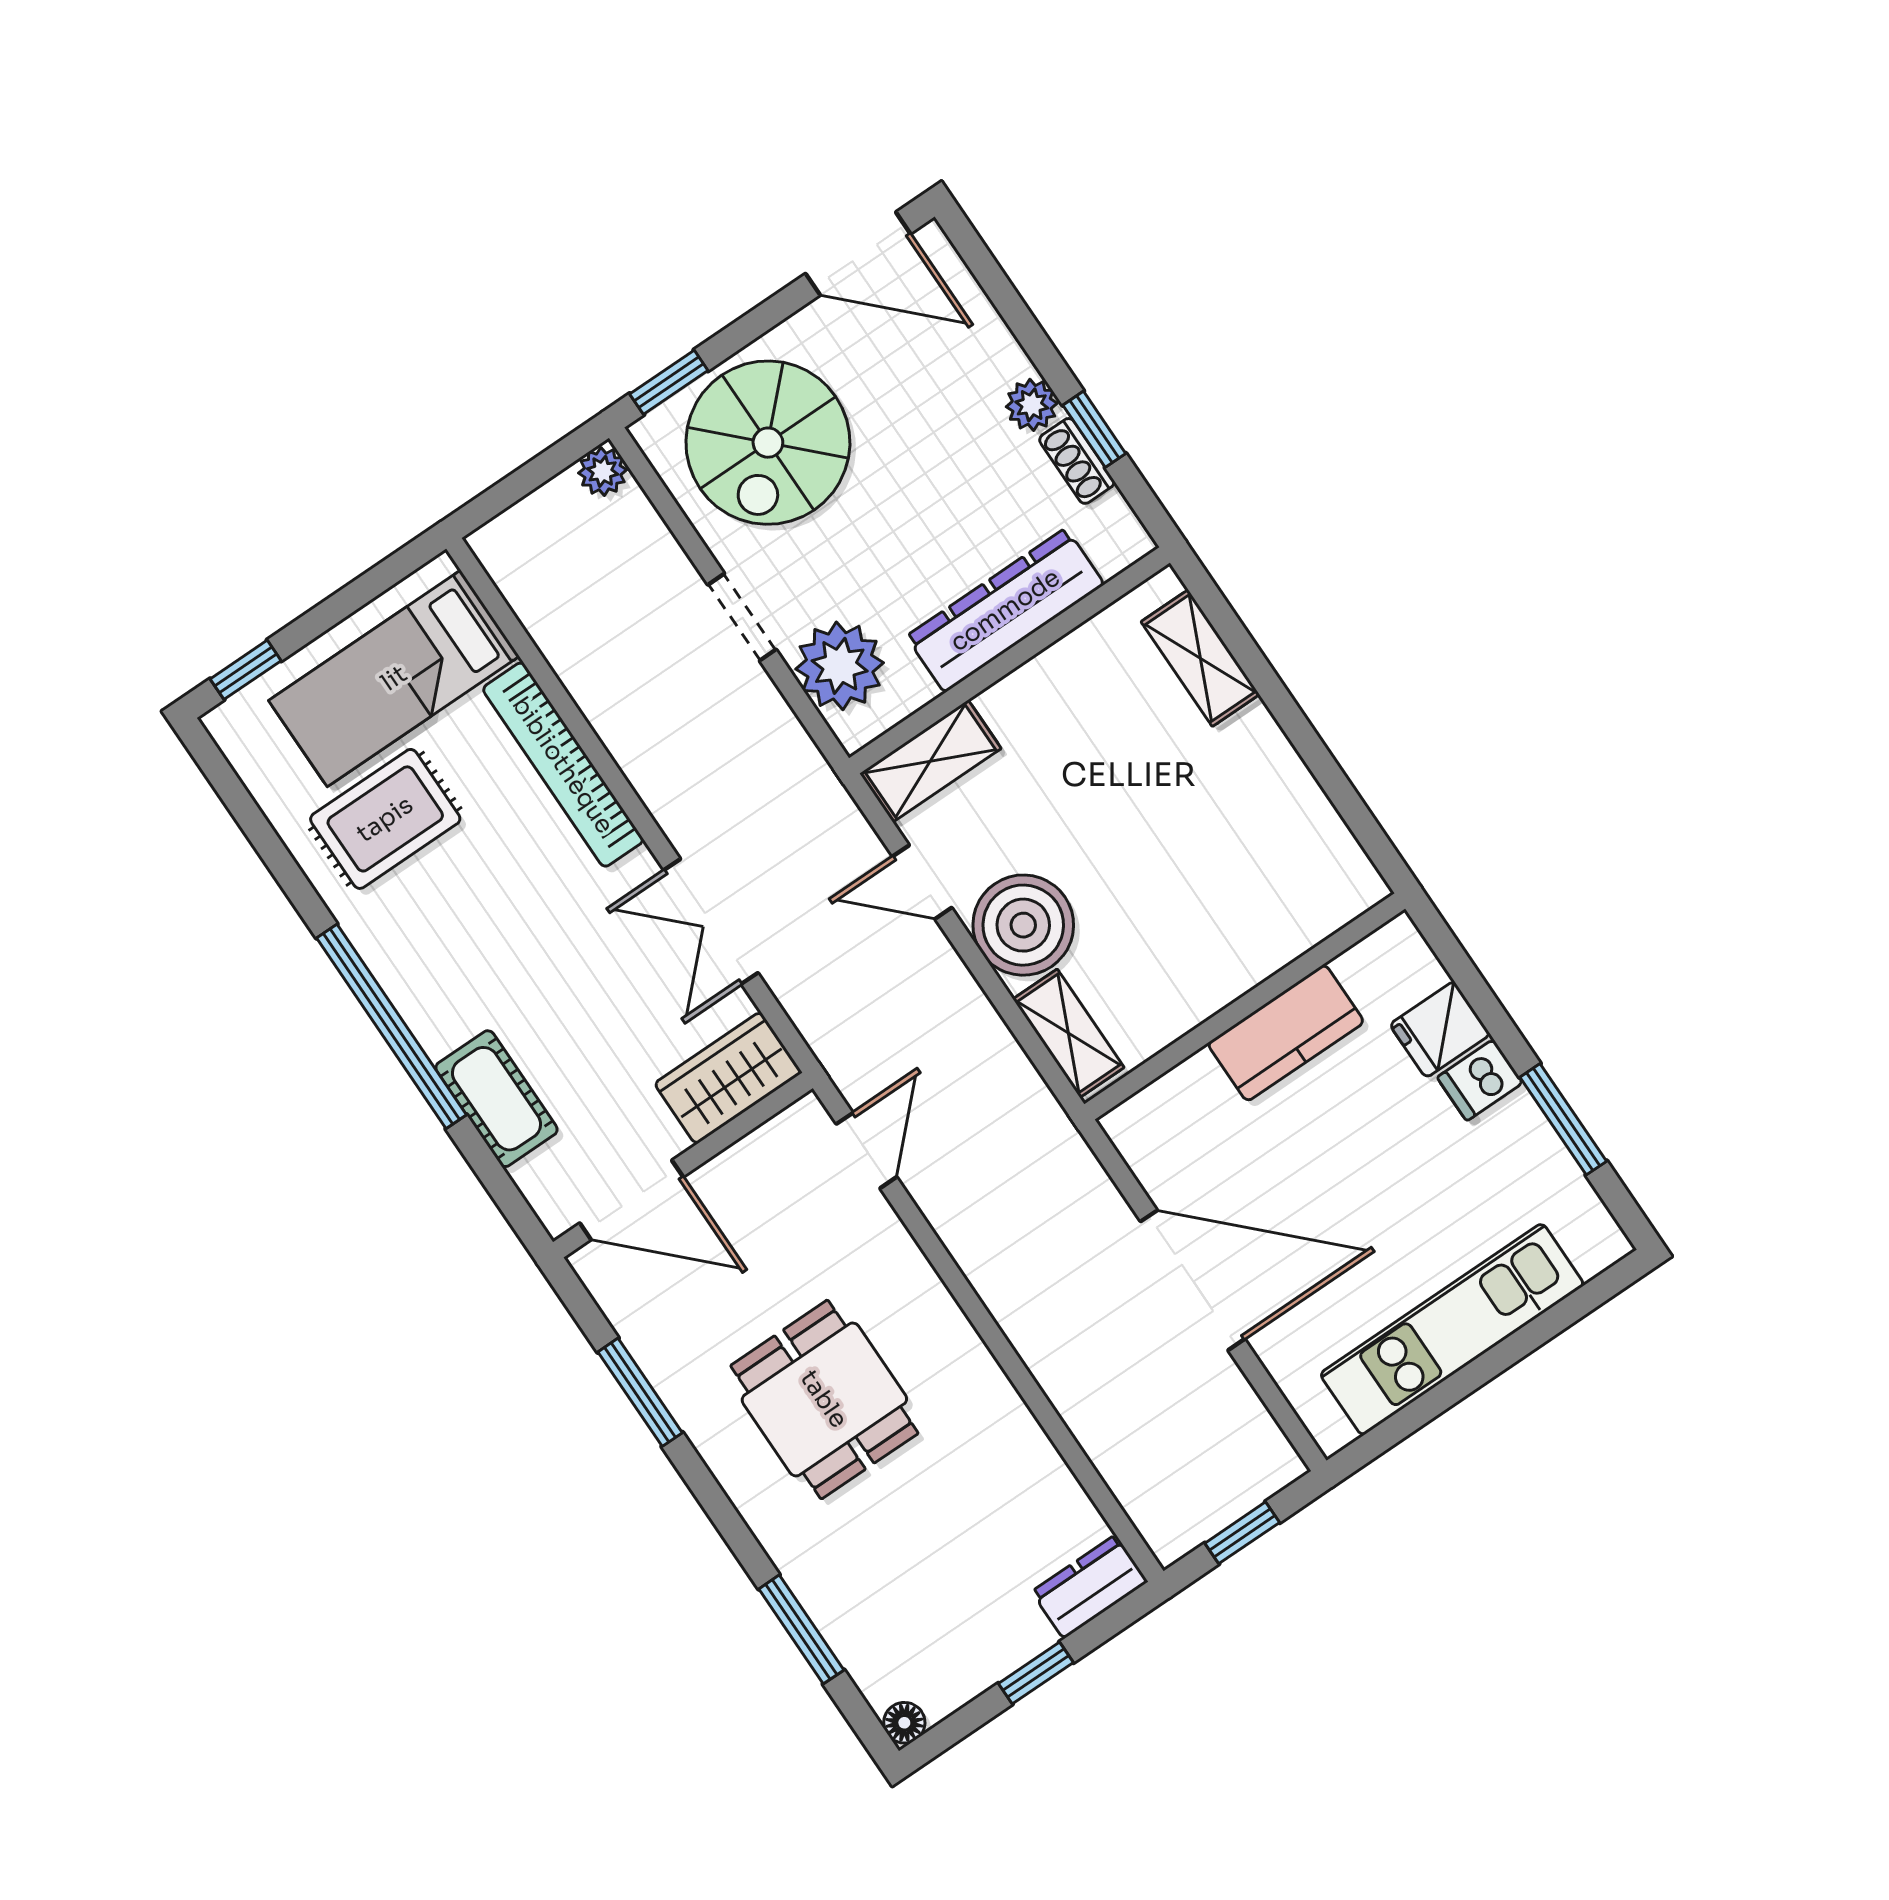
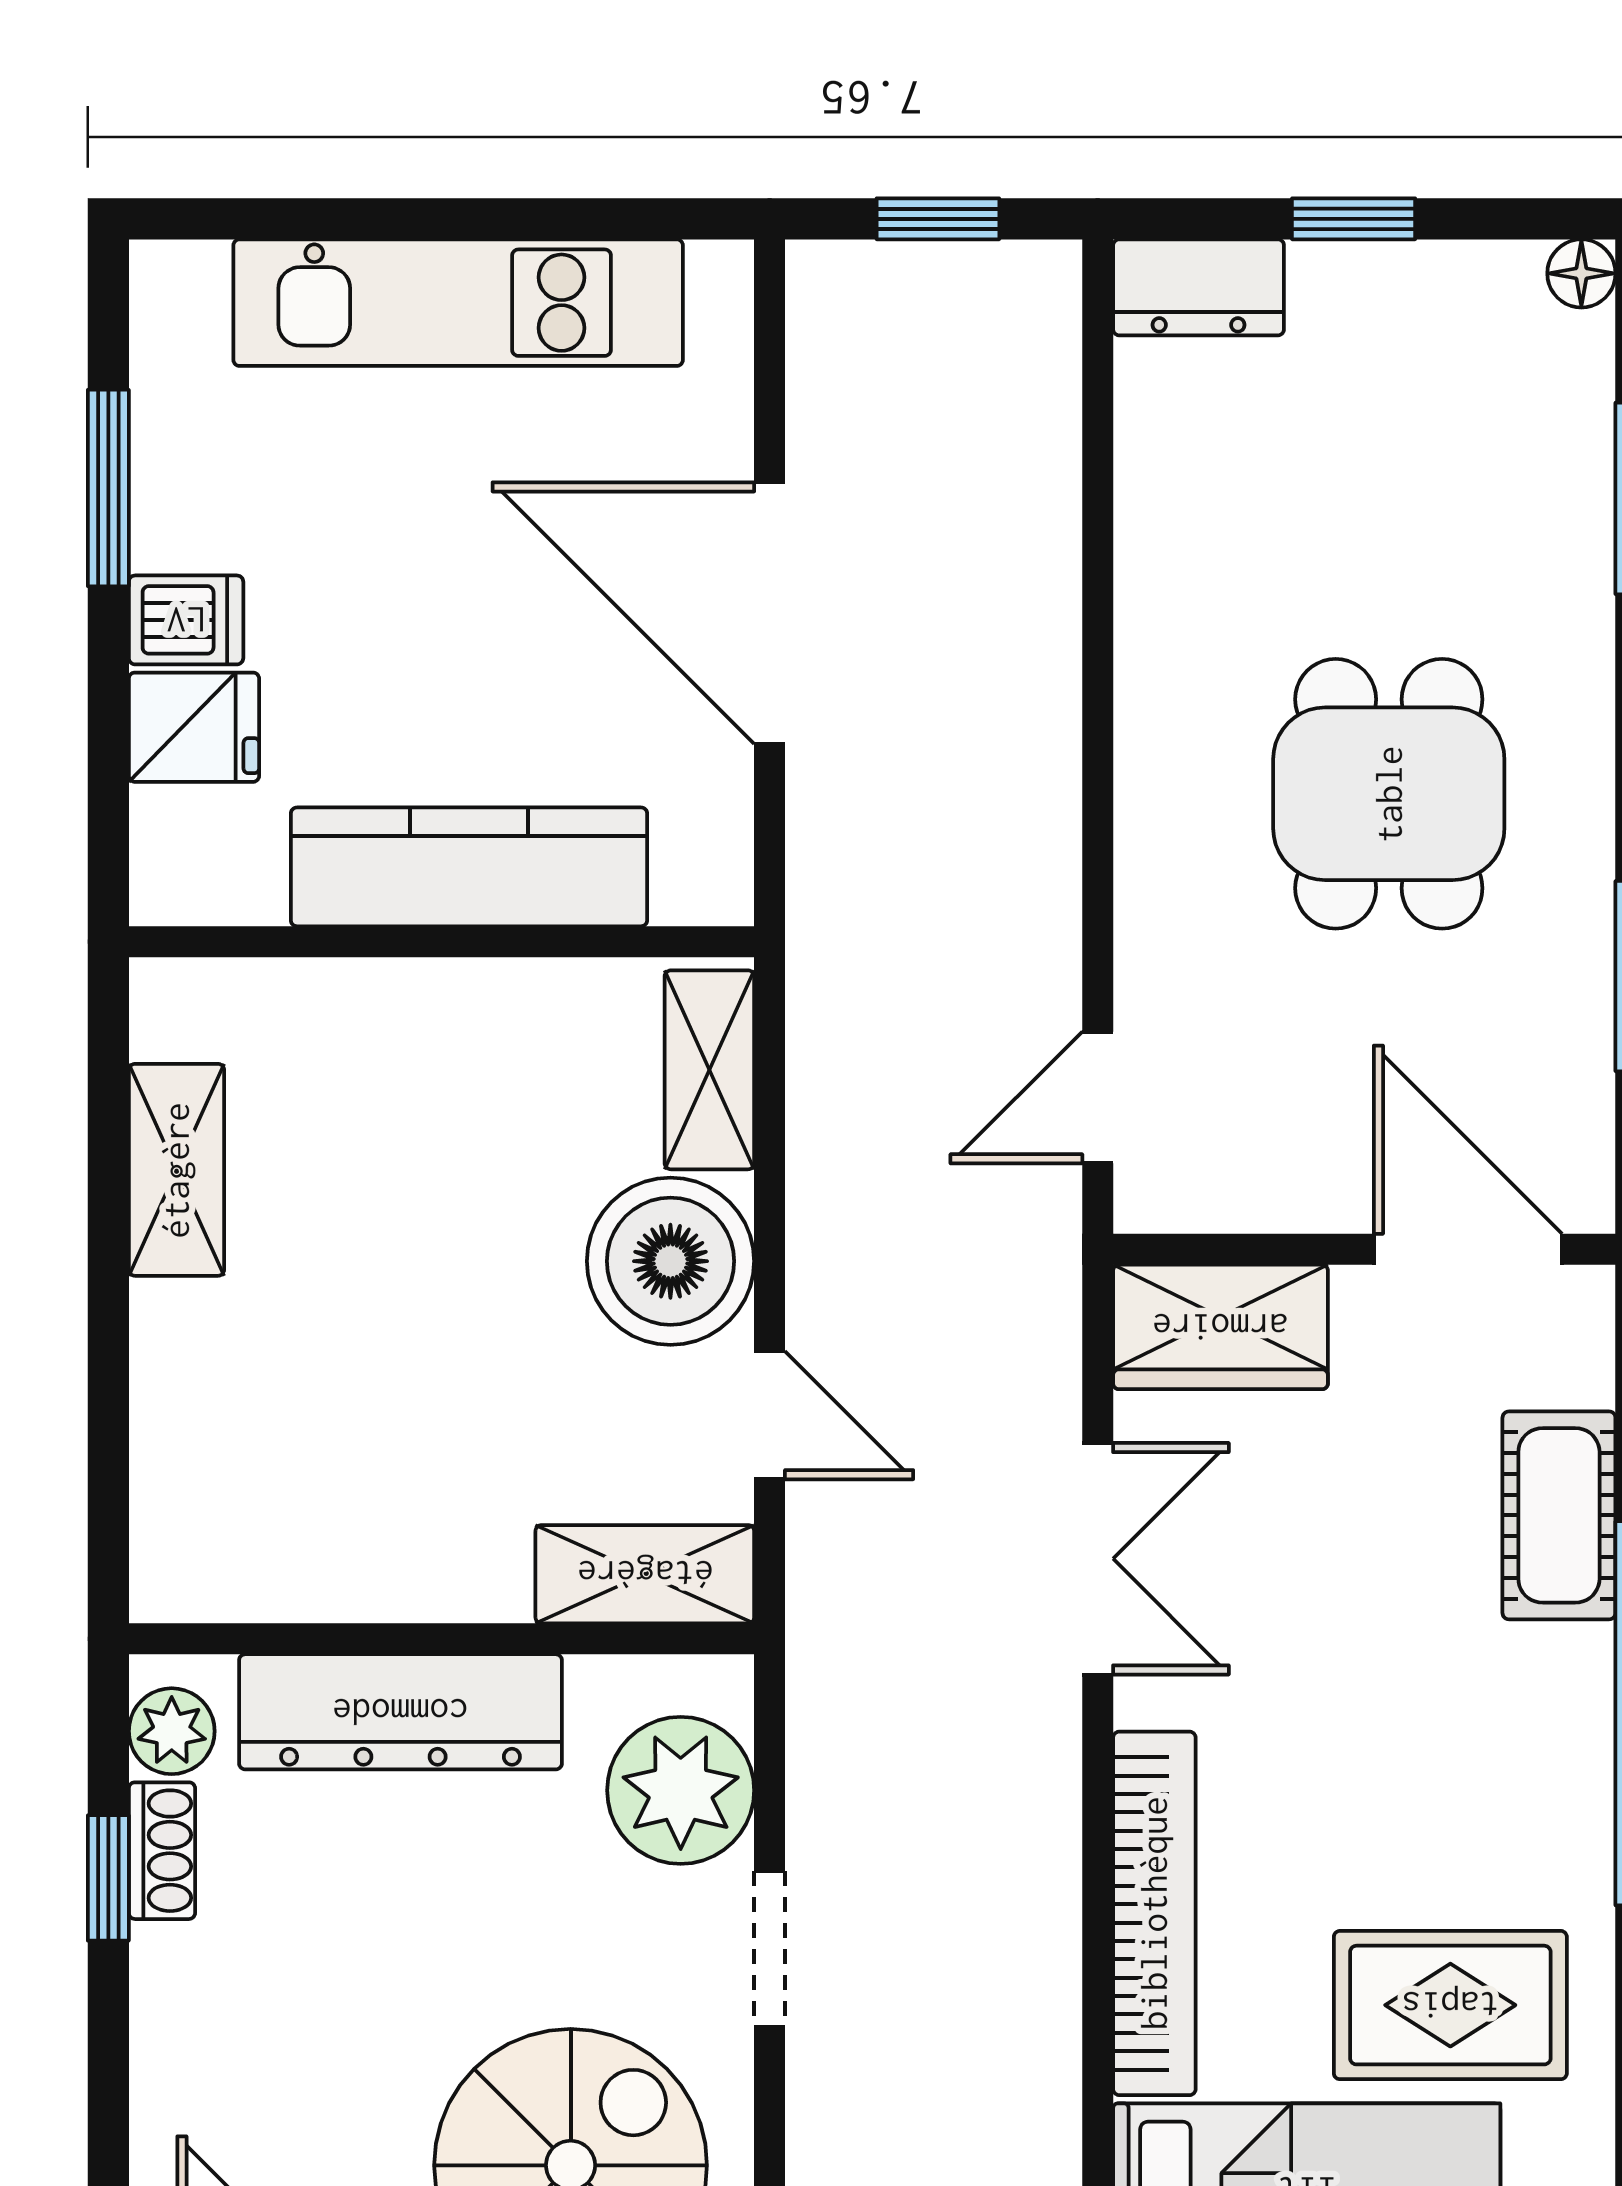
plant: (1032, 405) -> (172, 1731), moved
shelving: (1200, 658) -> (176, 1170), moved
kitchen counter: (1286, 1033) -> (469, 867), width x1.50

